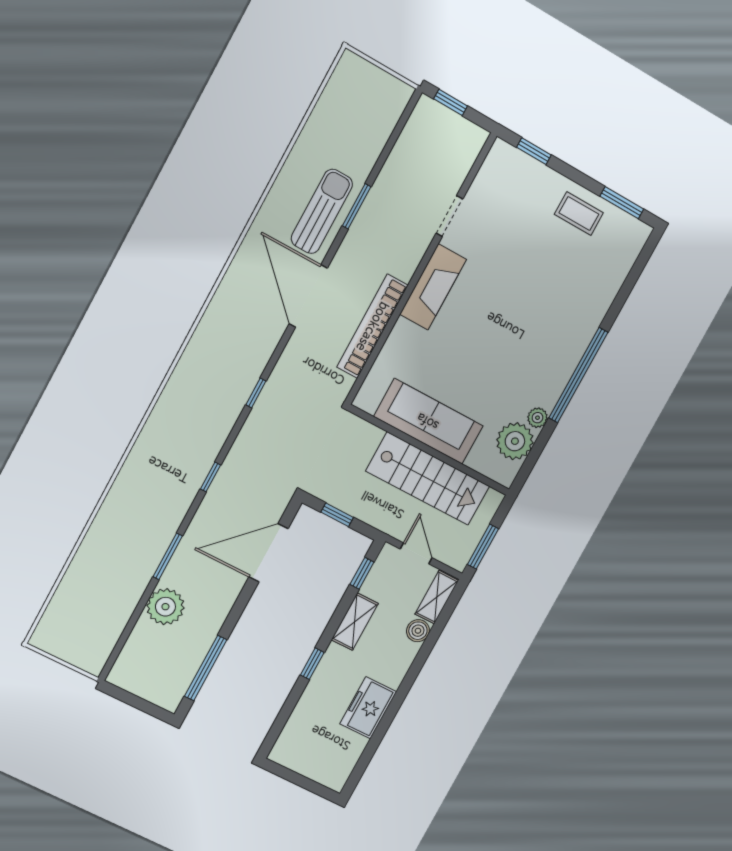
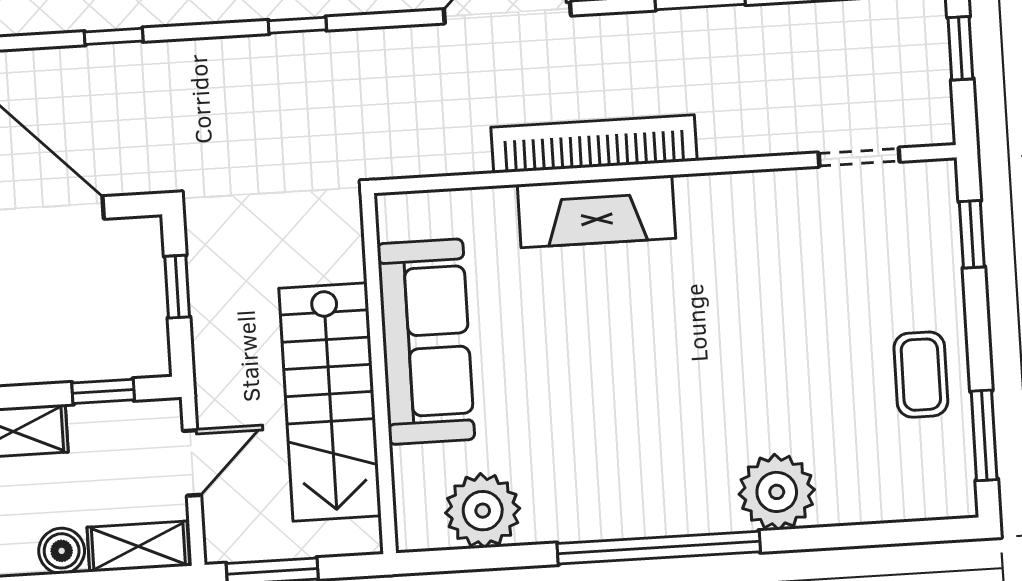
doorway: (449, 216) -> (859, 157), moved
fireplace: (433, 287) -> (596, 211), moved
bookcase: (372, 326) -> (594, 144), moved
plant: (537, 418) -> (777, 492), moved, width x1.88, depth x1.88

